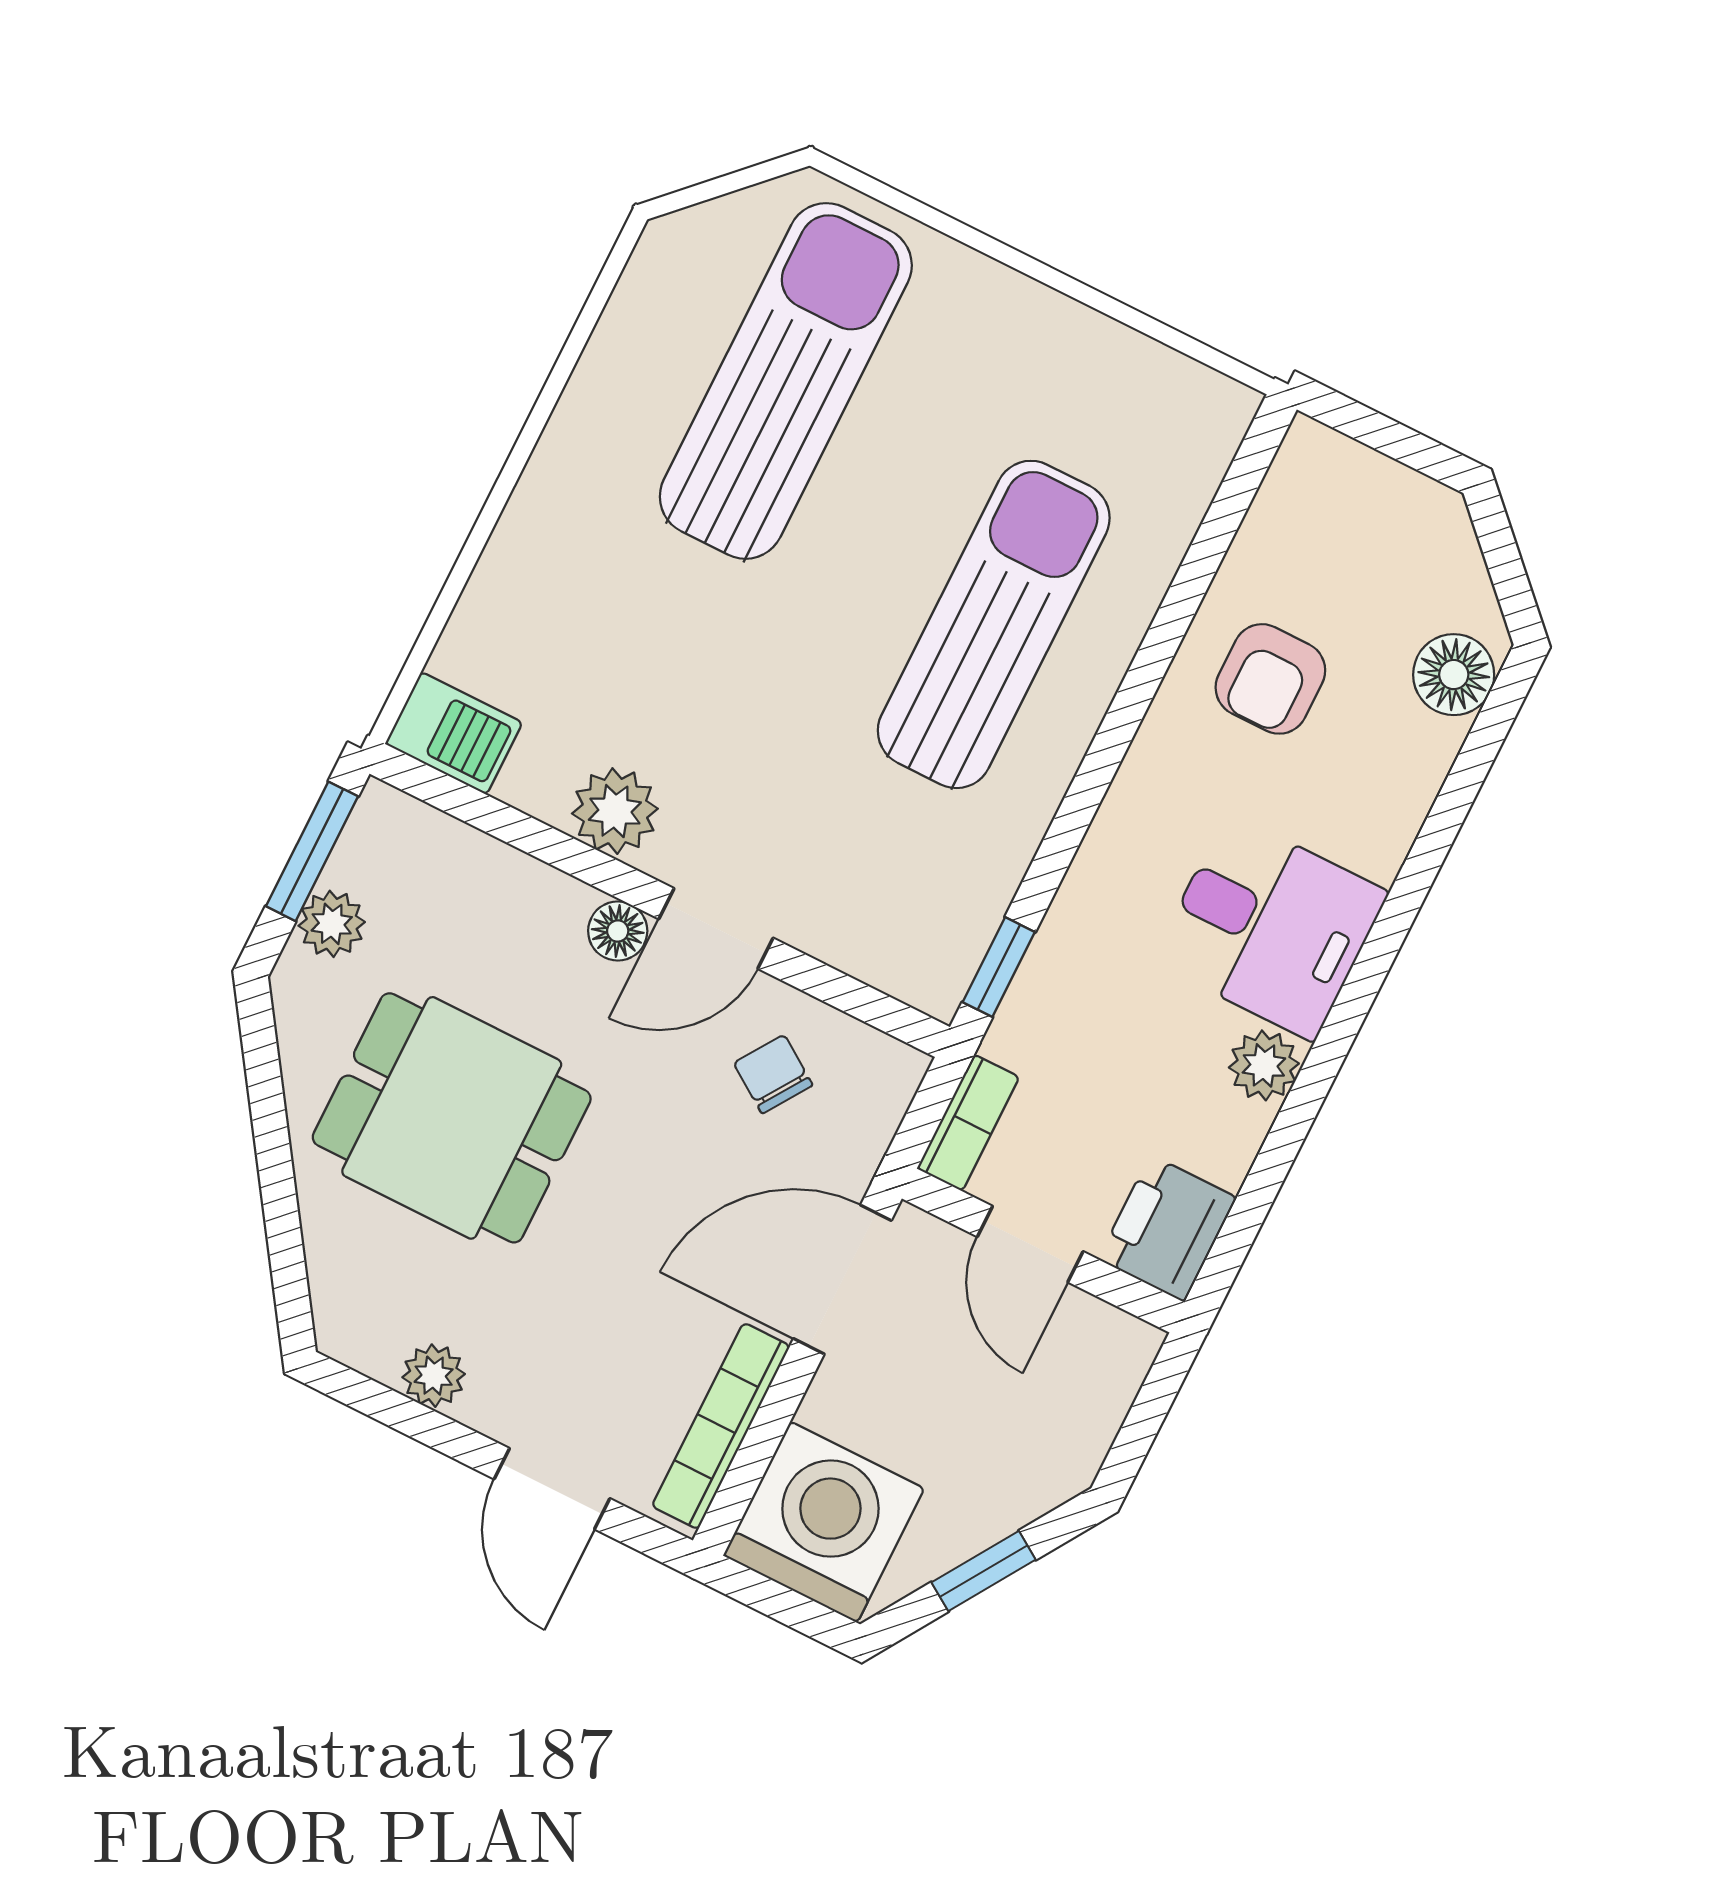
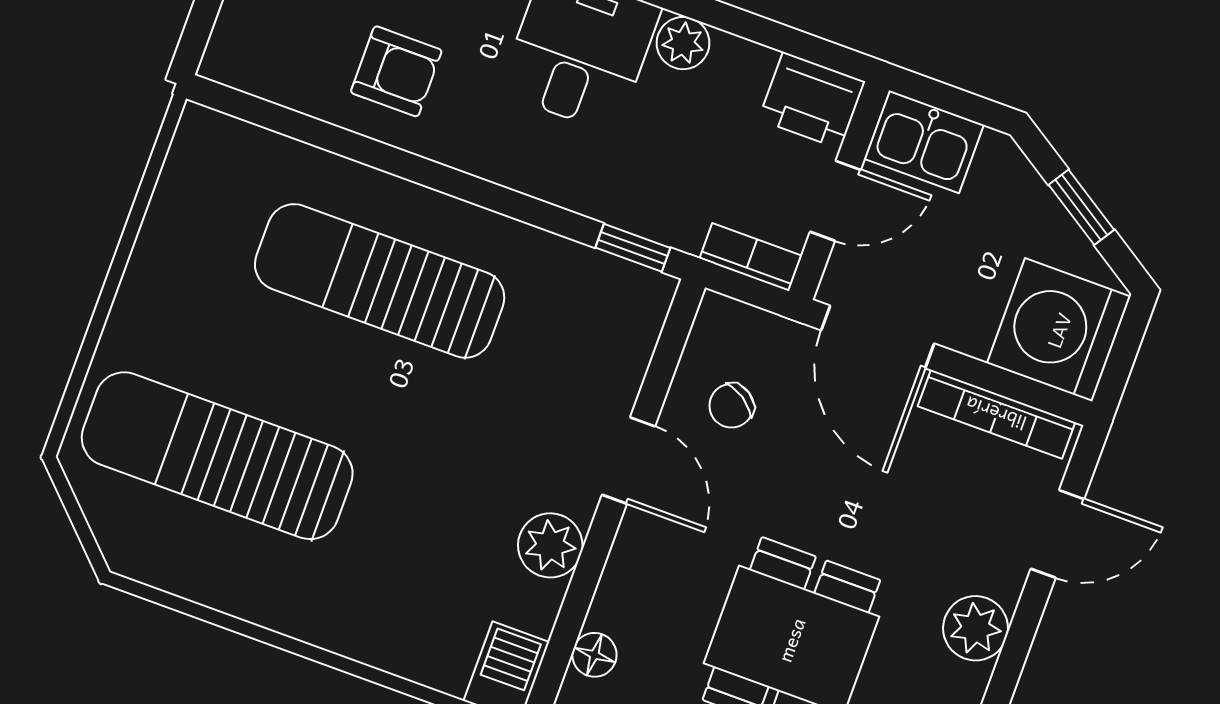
floor lamp: (618, 931) -> (594, 655), moved
kitchen sink: (1095, 1371) -> (924, 142), added
plant: (434, 1376) -> (976, 628), width x1.38, depth x1.38

